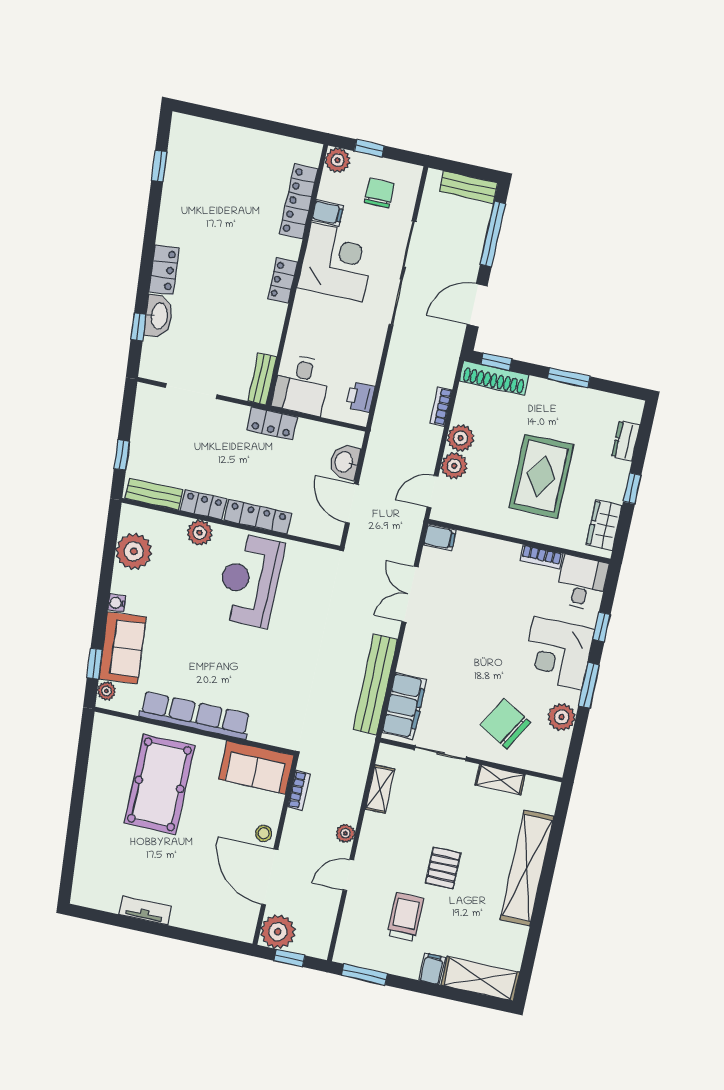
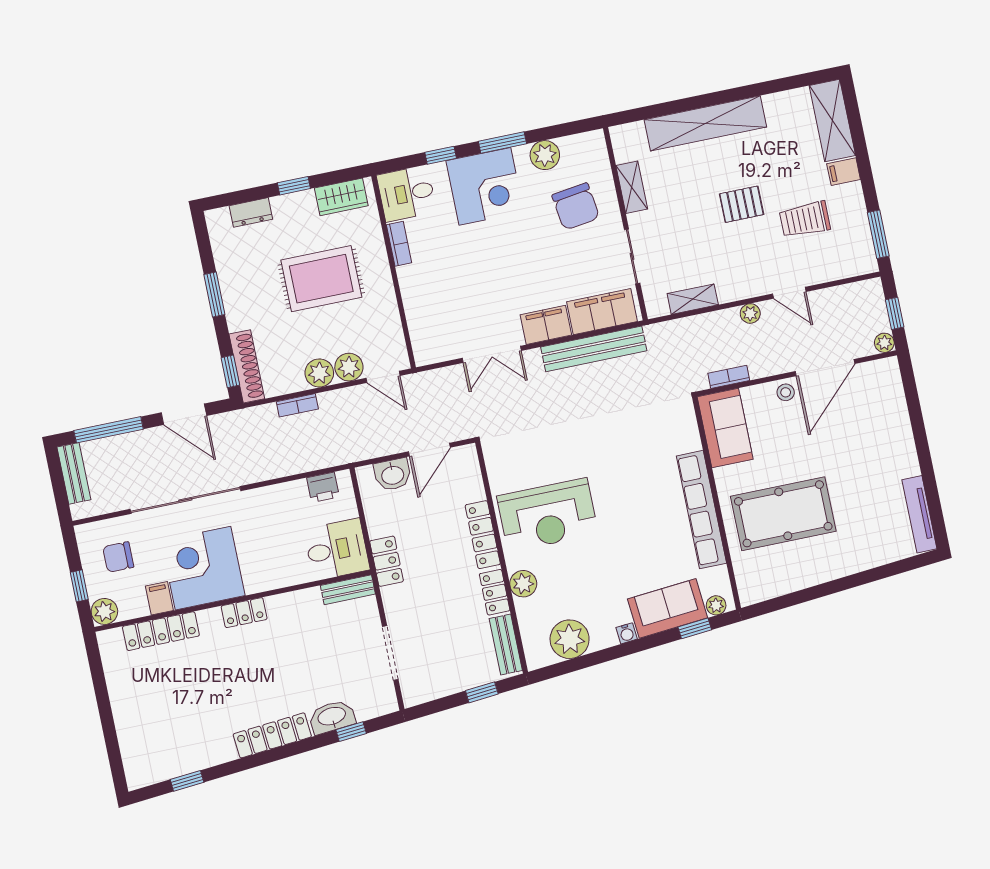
locker: (164, 270) -> (272, 735), width x1.53
filing cabinet: (440, 537) -> (546, 325), moved, width x2.00
chair: (505, 724) -> (576, 206), turned -38
tv unit: (145, 910) -> (919, 514), moved, width x1.41
plant: (278, 932) -> (884, 343), width x0.53, depth x0.53

